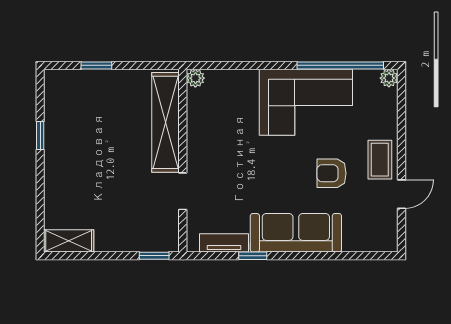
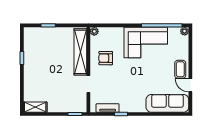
armchair: (332, 173) -> (106, 58), moved
door: (402, 194) -> (190, 85), swing flipped
sofa: (296, 233) -> (167, 103), moved

